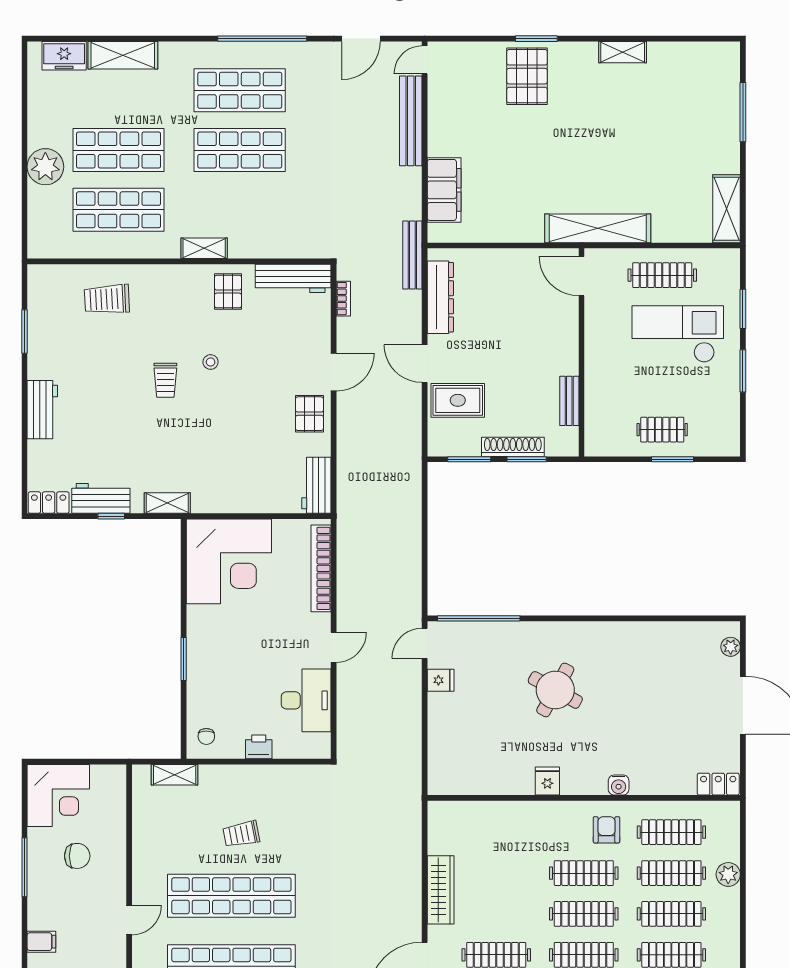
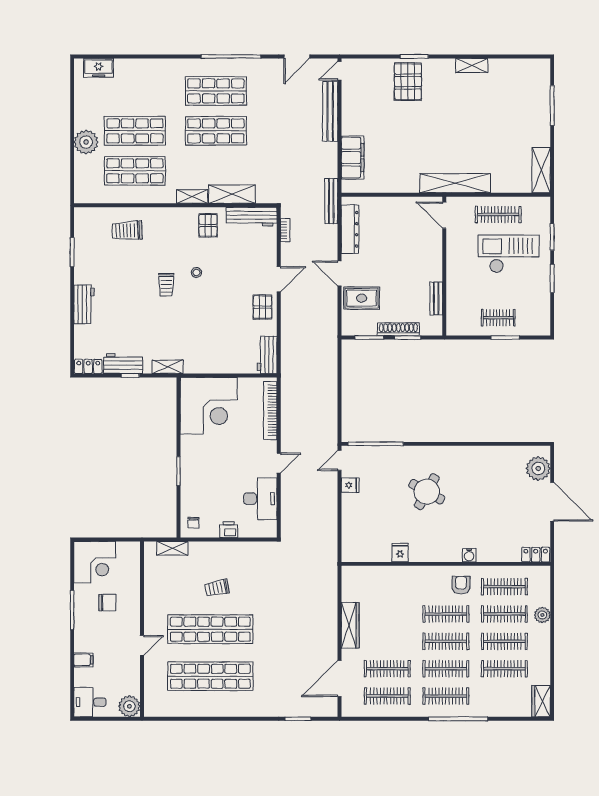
shelving: (123, 55) -> (232, 194), moved
plant: (731, 647) -> (538, 468), width x1.87, depth x1.87
fridge: (547, 781) -> (400, 553), moved

